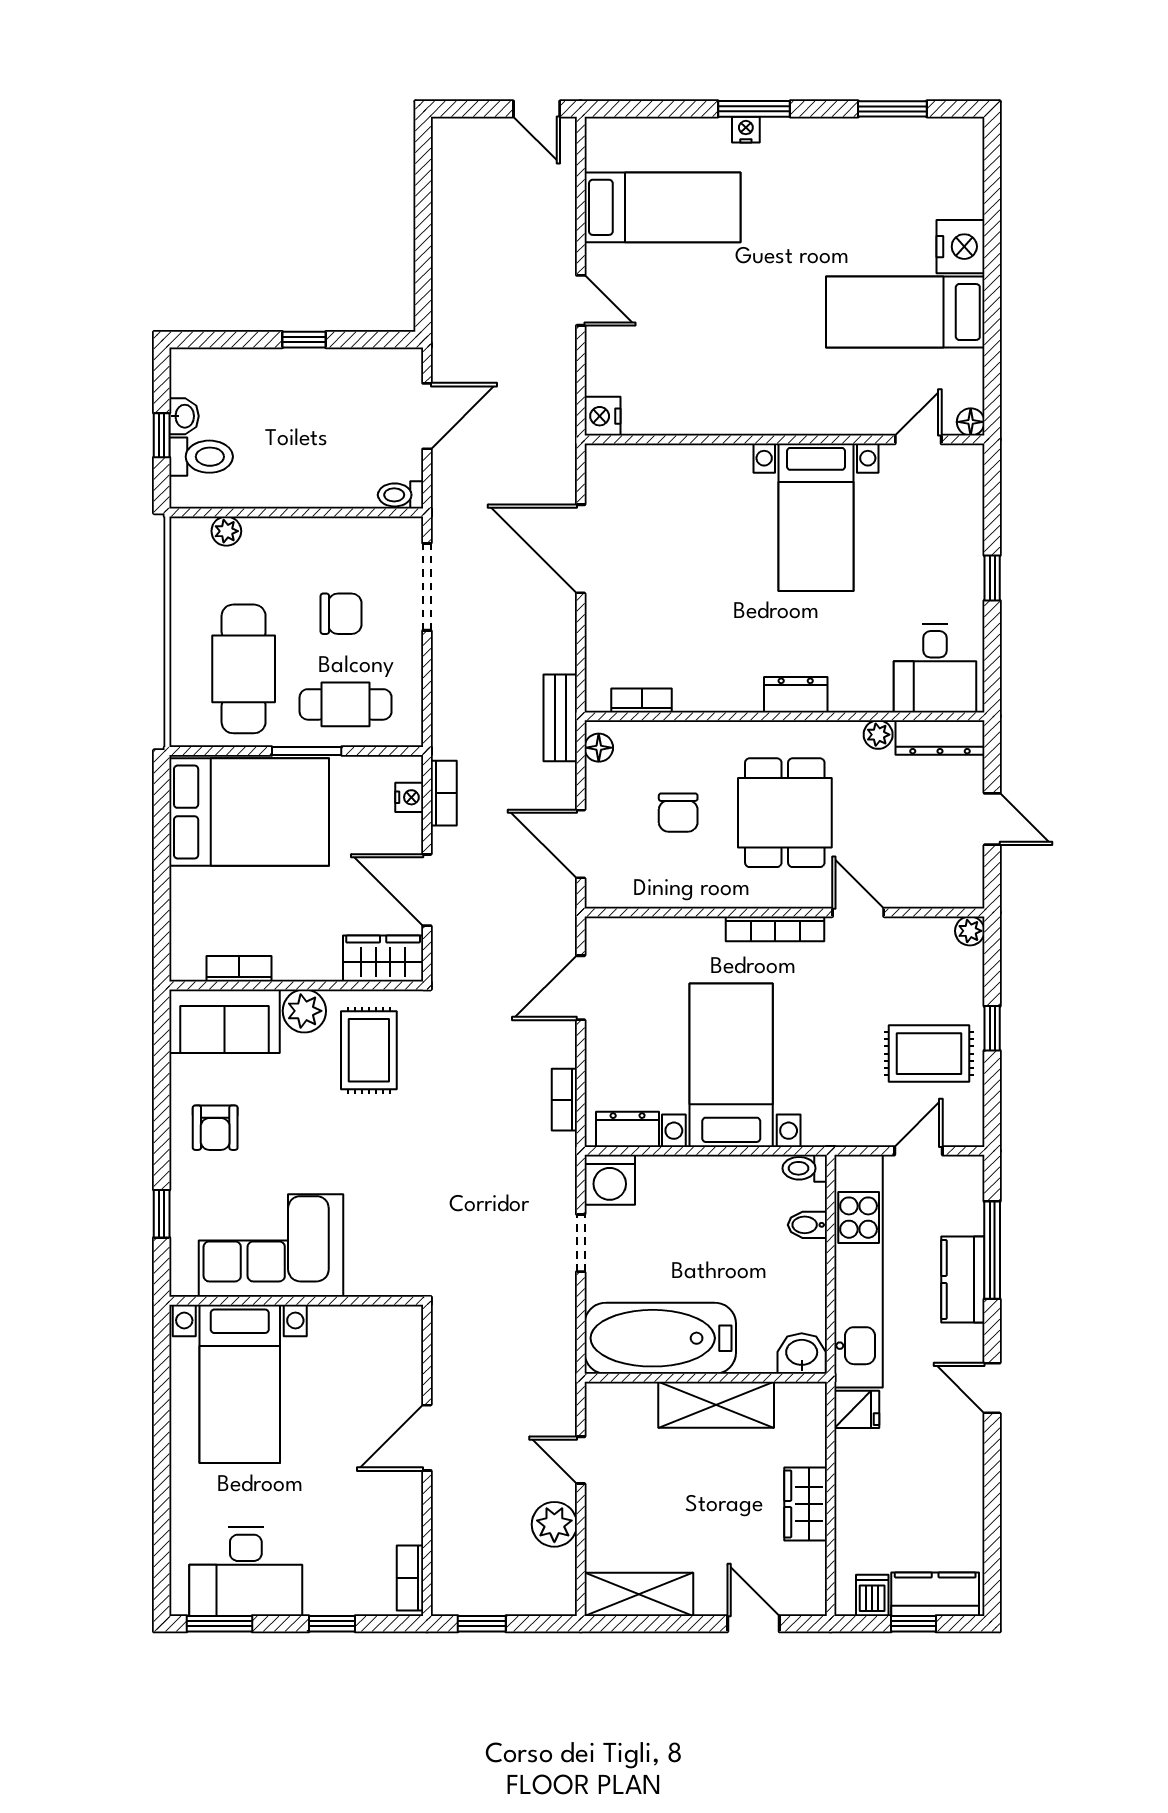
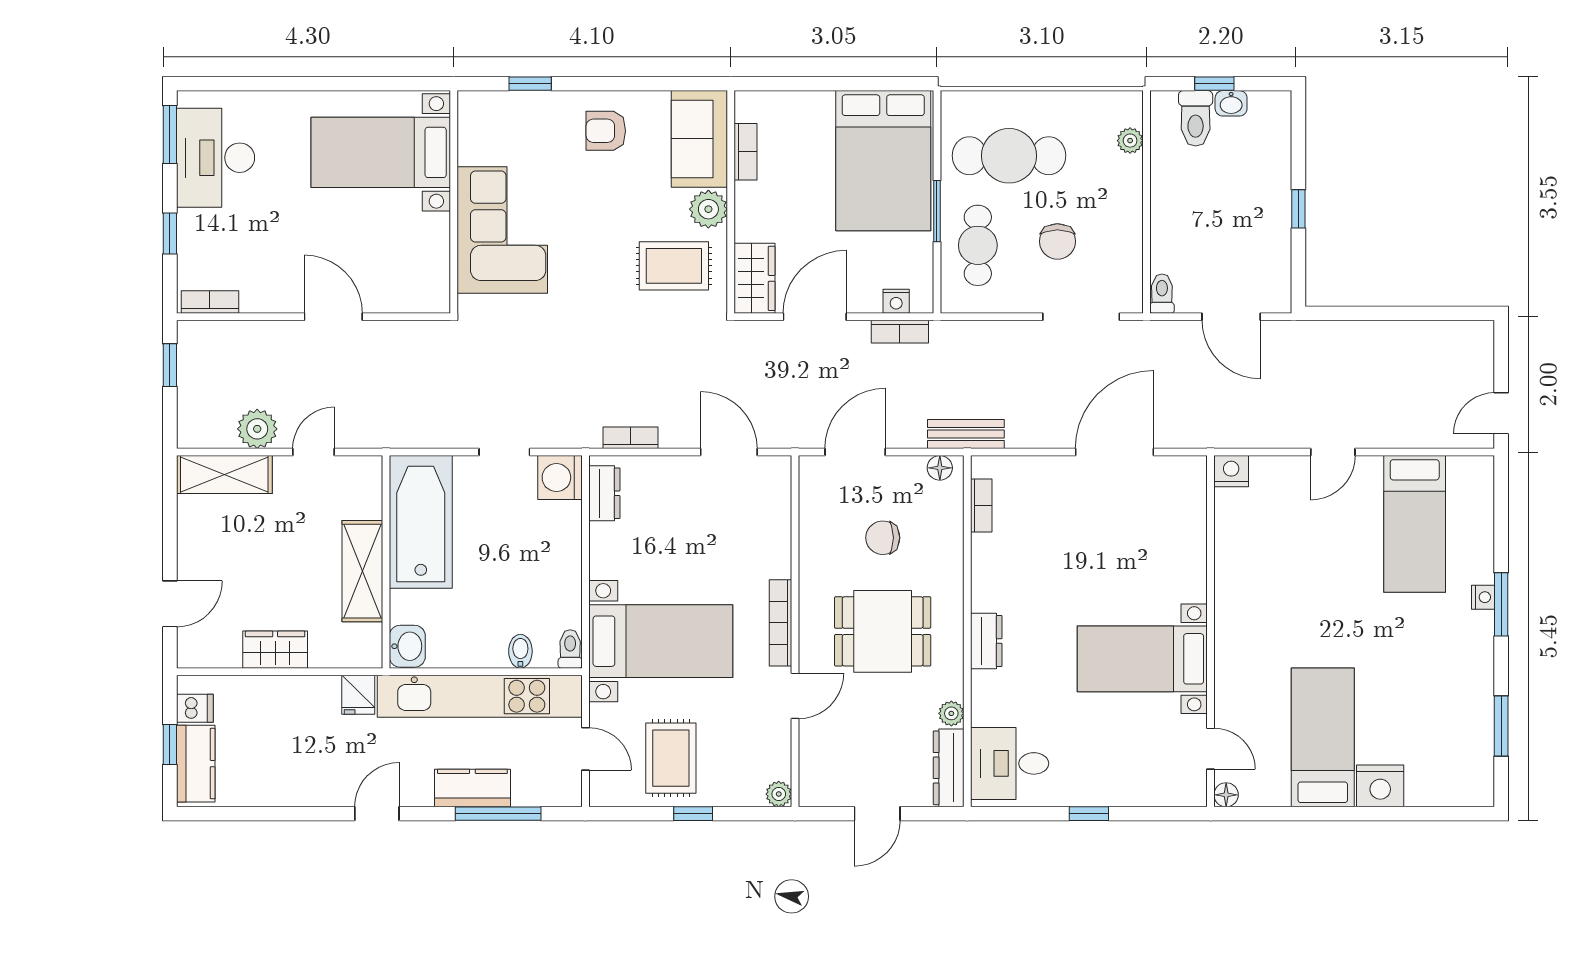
bed with nightstands: (731, 1065) -> (661, 641), moved
corner sofa: (271, 1245) -> (502, 230), moved
shelving: (639, 1594) -> (224, 475), moved, turned 90

